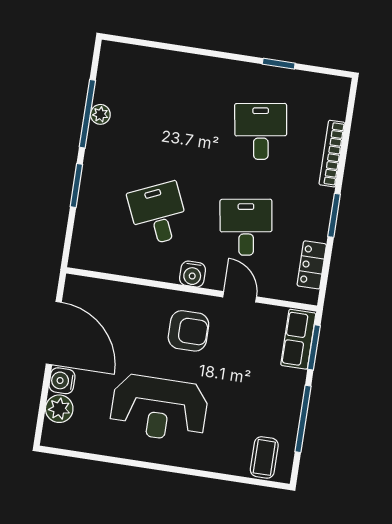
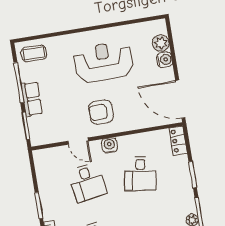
desk: (158, 214) -> (140, 174), turned 33
locker: (312, 265) -> (178, 141), moved, turned 180
door: (54, 333) -> (180, 99), moved
row of seats: (298, 339) -> (32, 99), moved
coffee table: (264, 457) -> (34, 53), turned 90

